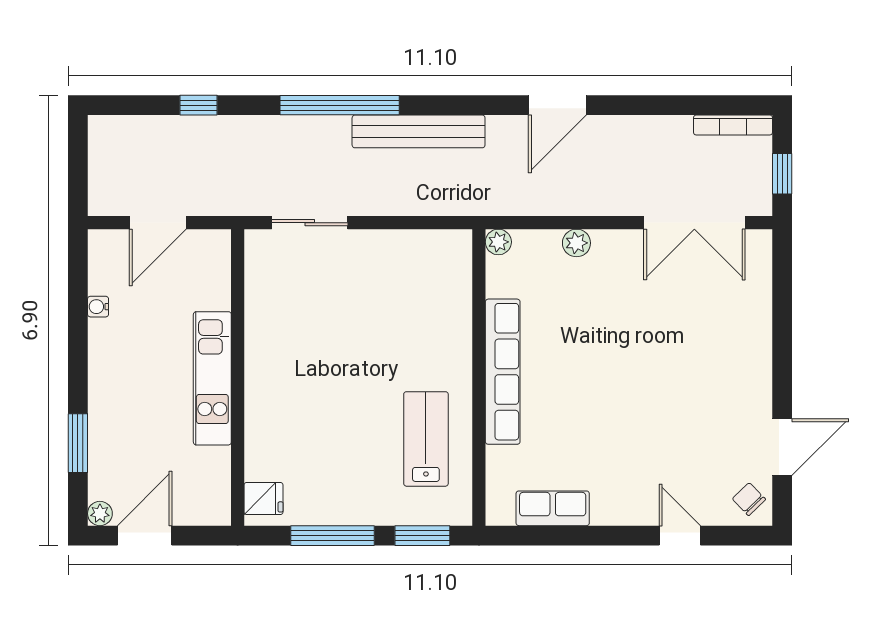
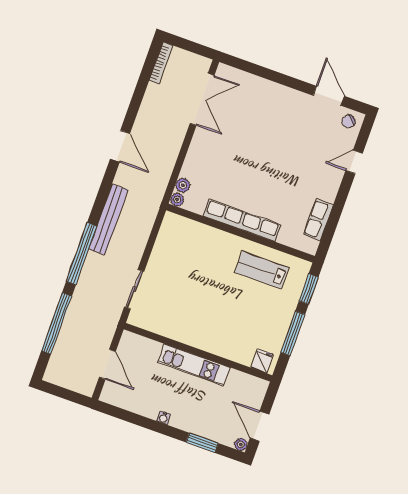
window: (198, 105) -> (57, 323), width x3.17
window: (782, 174) -> (194, 47), removed
plant: (576, 243) -> (183, 185), moved
water cooler: (98, 307) -> (164, 418), moved

